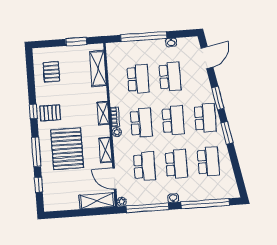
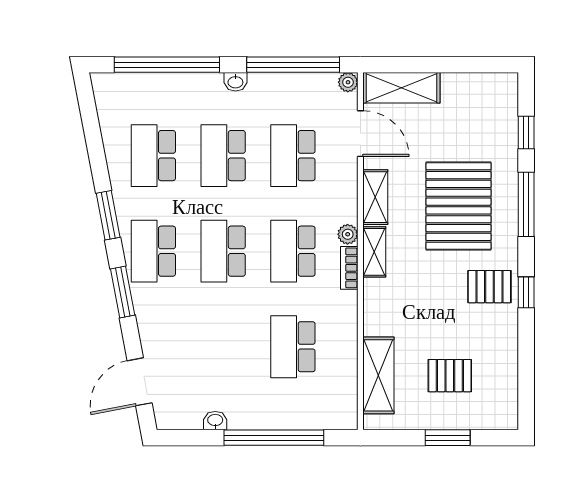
window: (76, 42) -> (448, 438), moved
pallet: (51, 72) -> (450, 376), moved, turned 90
school desk: (170, 77) -> (223, 347), removed
shelving: (103, 113) -> (374, 252), moved

